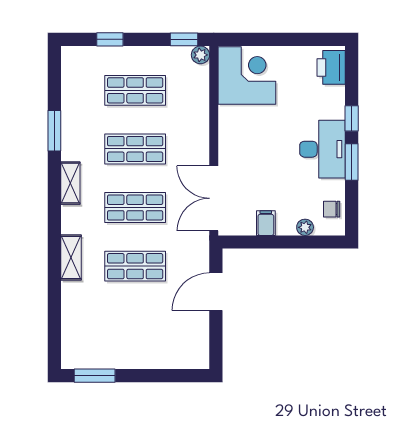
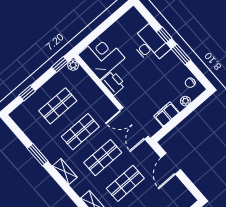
printer: (331, 67) -> (113, 83), moved, turned 180
desk: (322, 149) -> (150, 45), moved
filing cabinet: (266, 223) -> (167, 114), width x2.00

